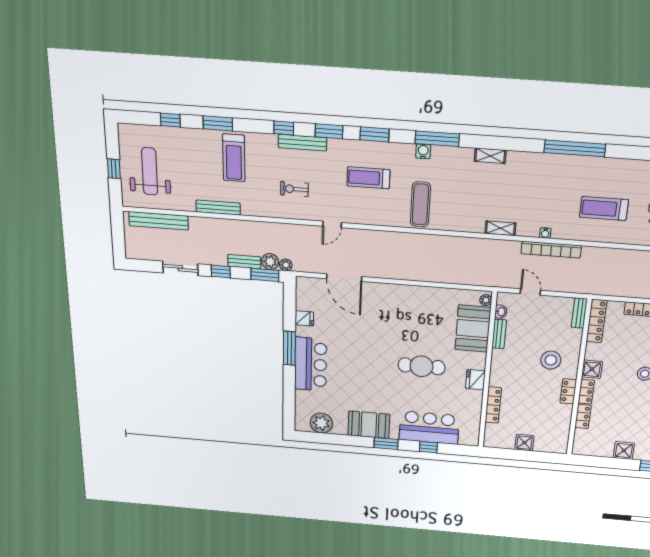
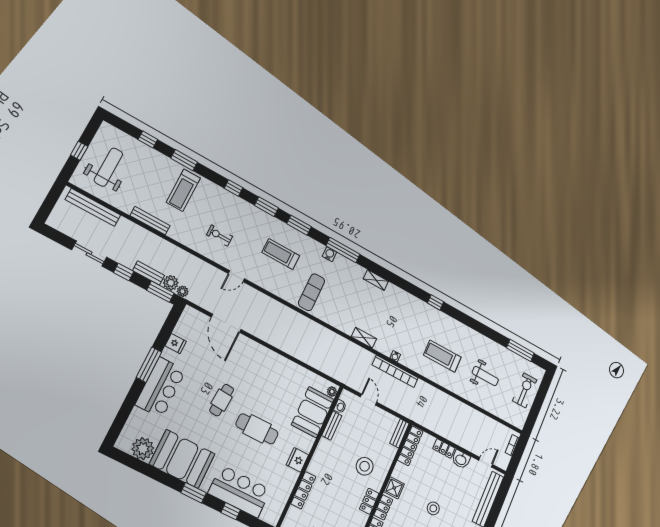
bench: (302, 143) -> (243, 205), removed
window: (575, 148) -> (436, 302), width x0.32
cafe table: (374, 353) -> (222, 400), added
booth: (369, 425) -> (182, 459), width x1.36, depth x1.42

